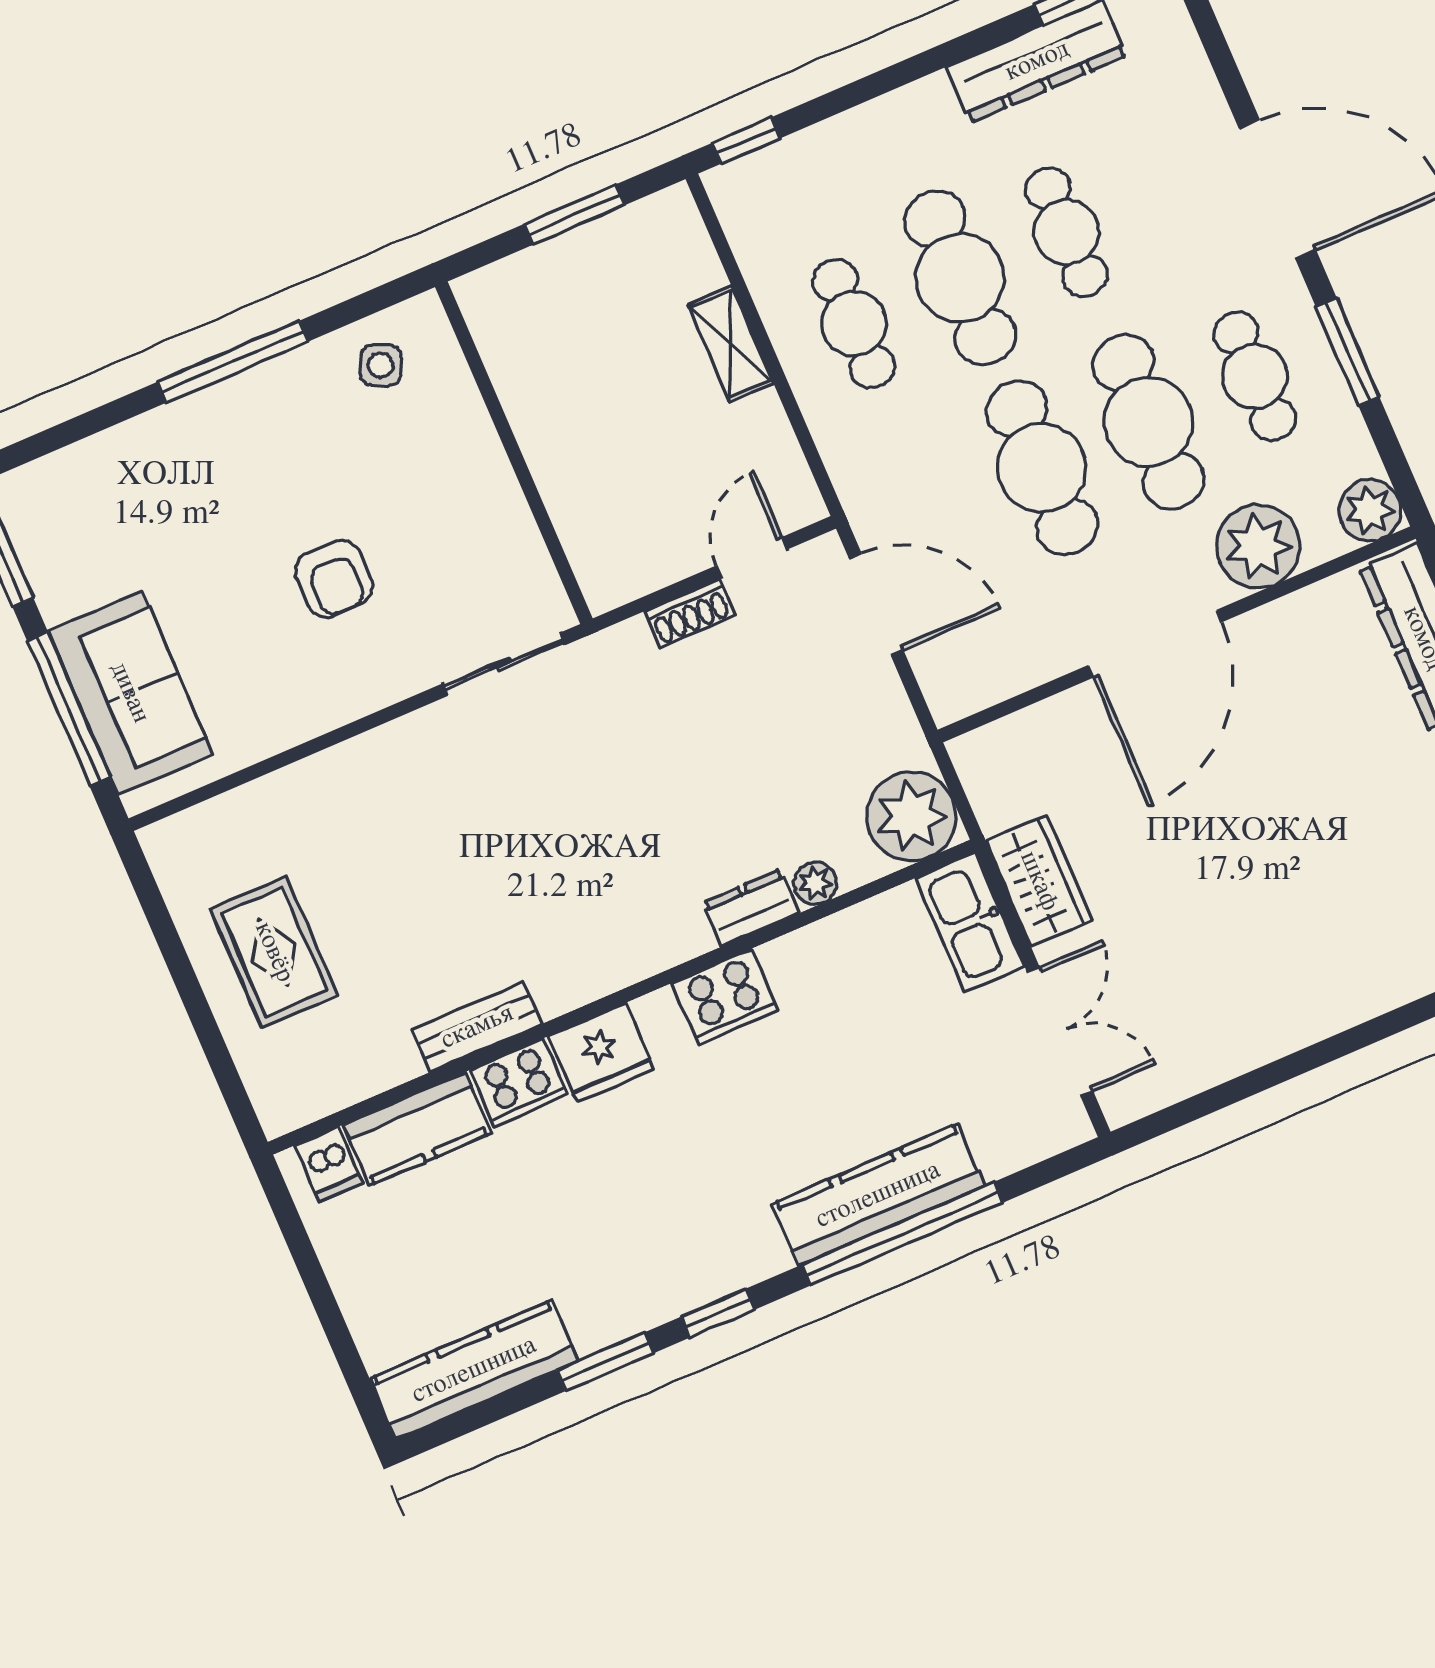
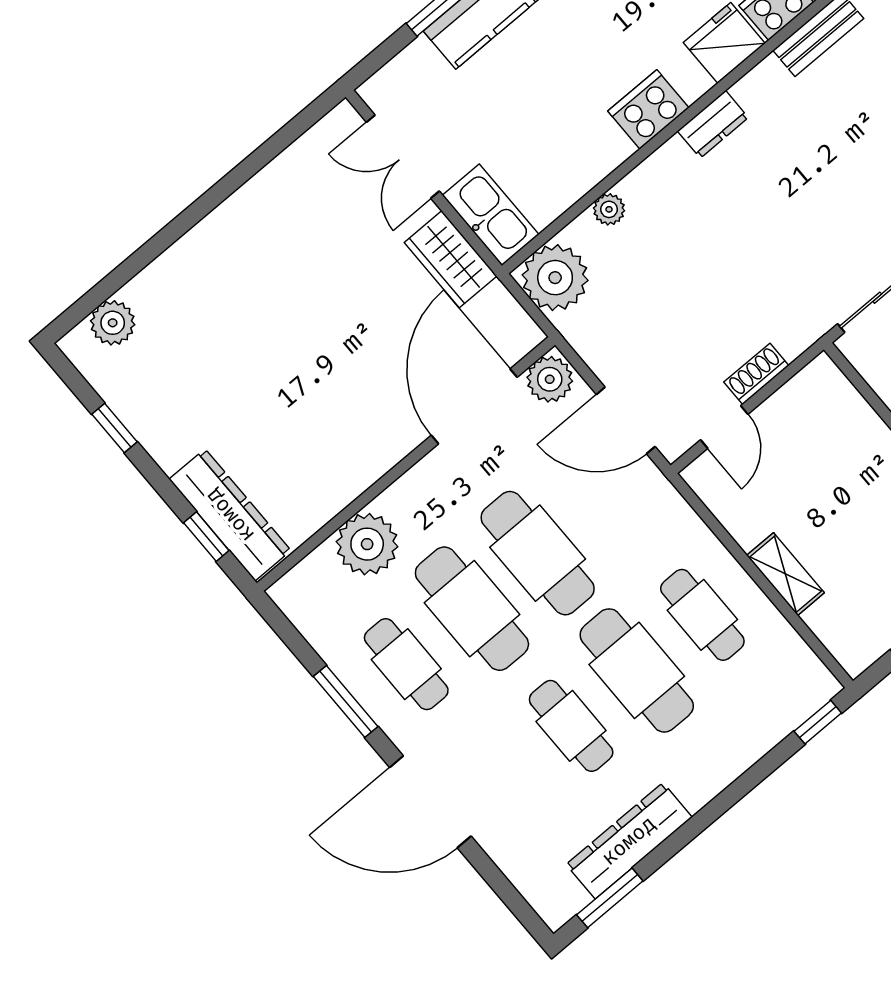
plant: (1370, 510) -> (550, 379), moved
door: (1155, 644) -> (474, 406), moved
dresser: (751, 908) -> (713, 124), moved

